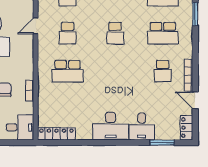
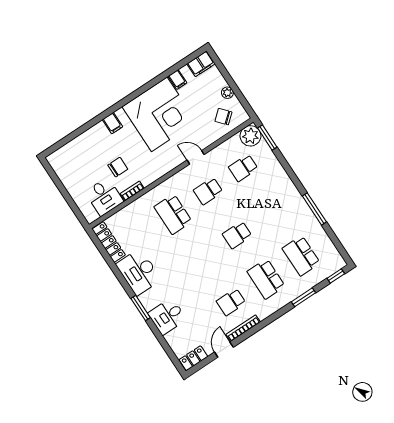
desk: (110, 126) -> (139, 272), moved
desk: (20, 127) -> (104, 197), moved
window: (162, 143) -> (141, 308), moved

